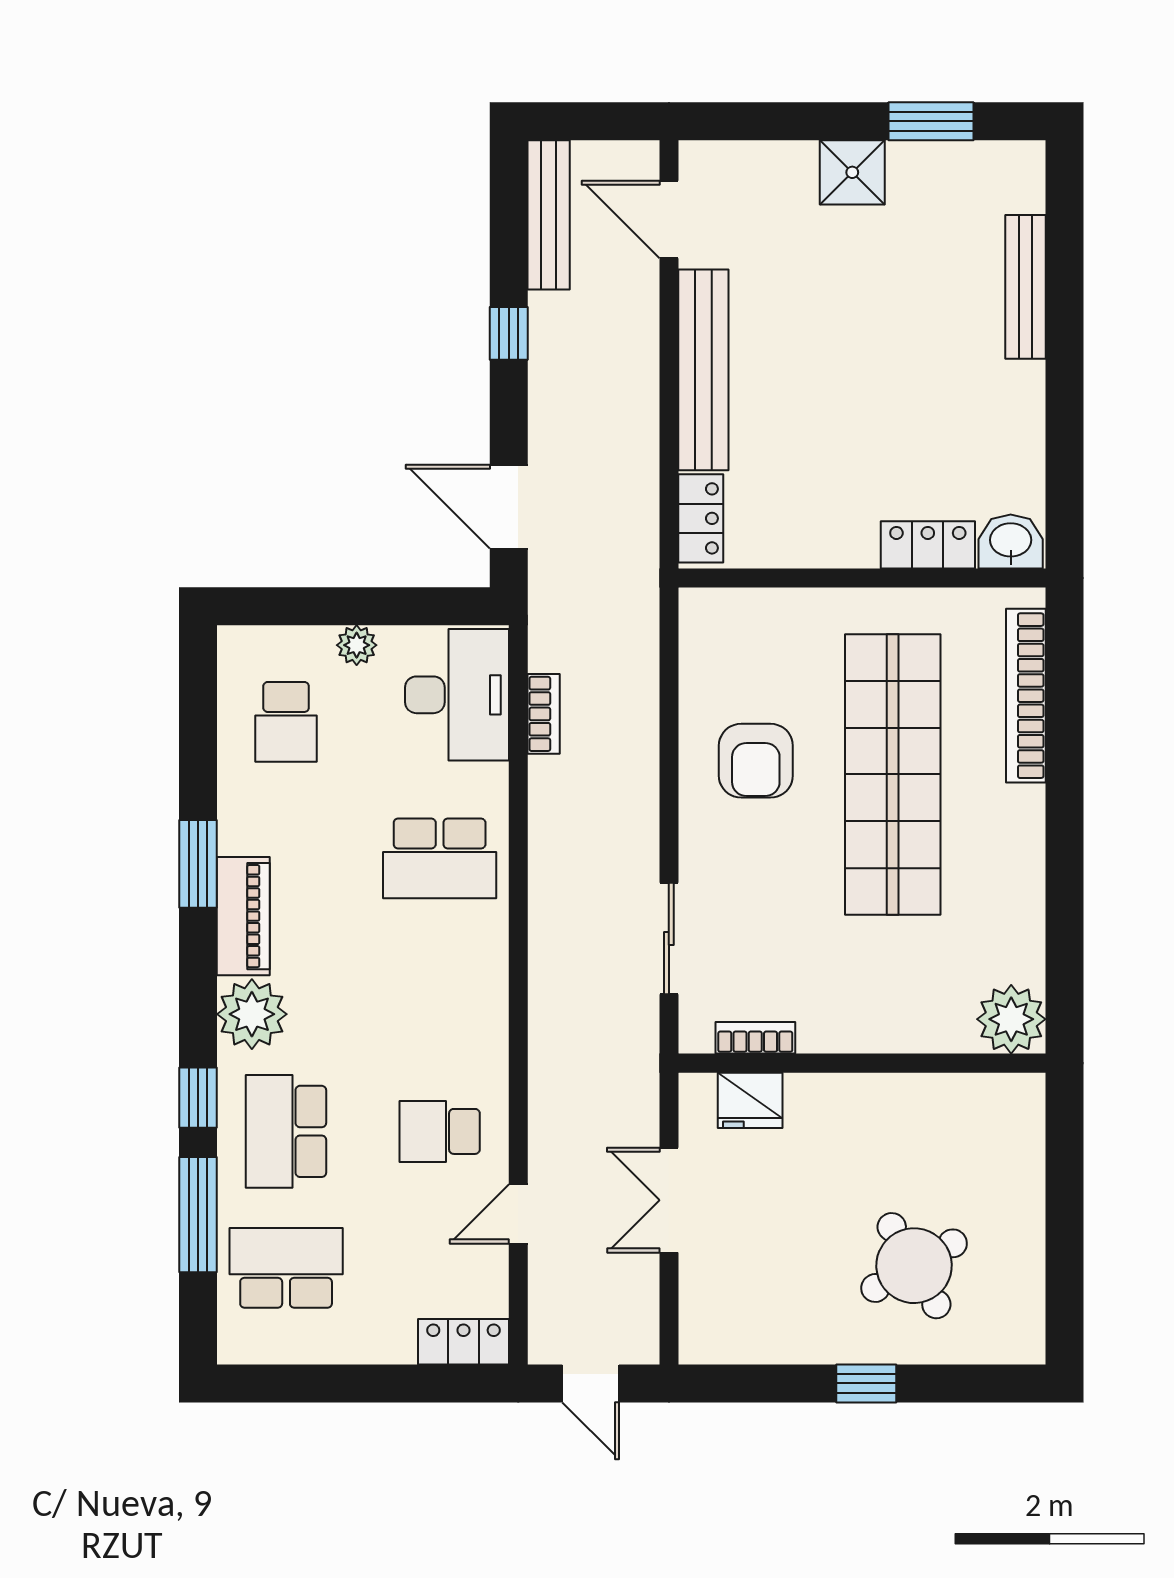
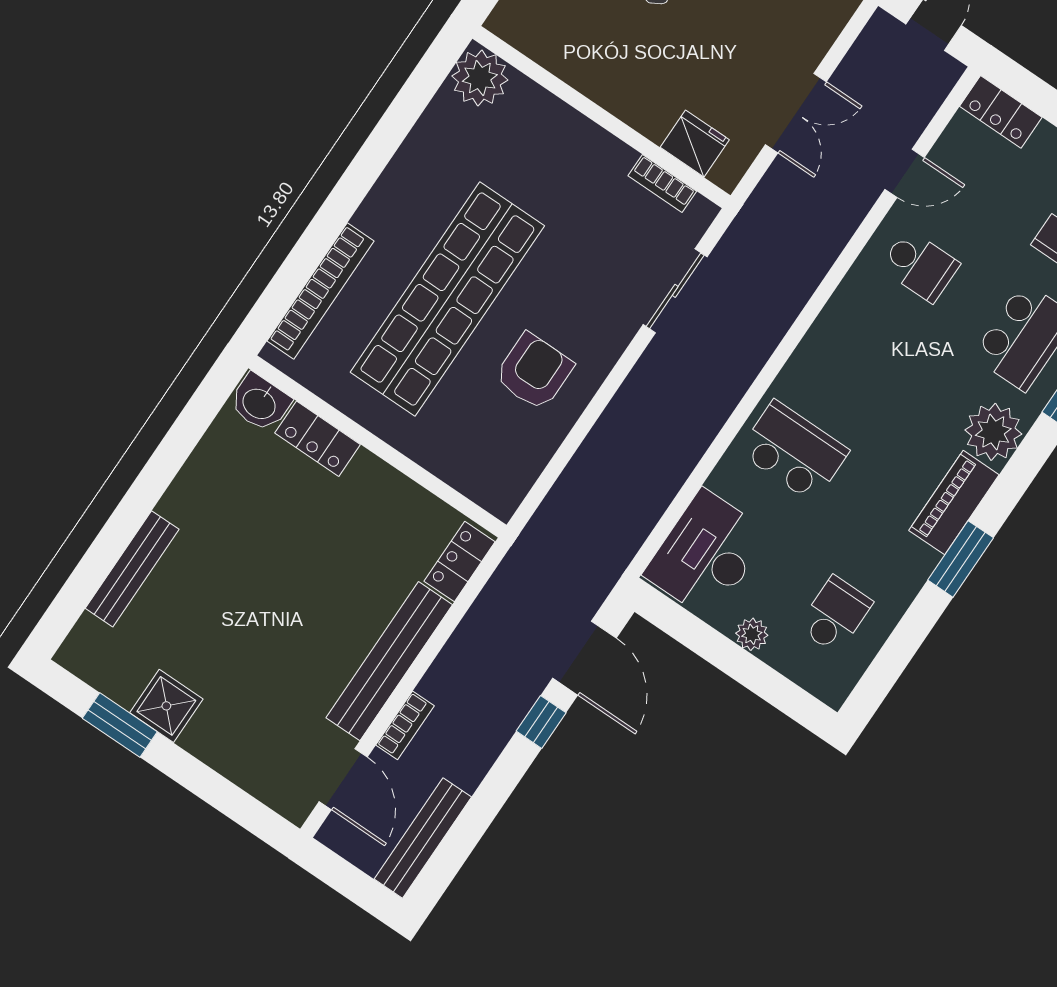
shower: (852, 172) -> (166, 706), moved
window: (509, 333) -> (541, 722), moved
bookcase: (544, 714) -> (405, 725), moved, turned 180

